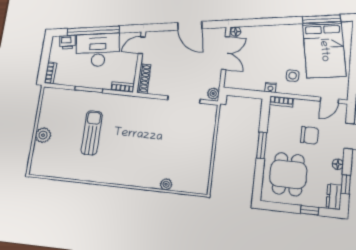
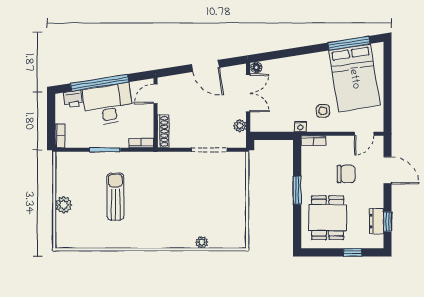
plant: (213, 94) -> (240, 126), moved
floor lamp: (338, 164) -> (378, 201), removed
dresser: (334, 196) -> (376, 221), moved

